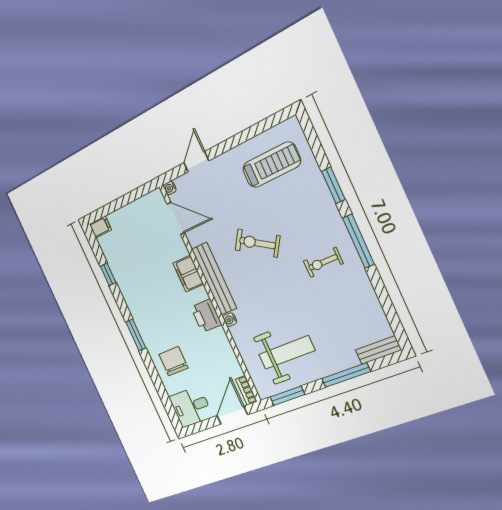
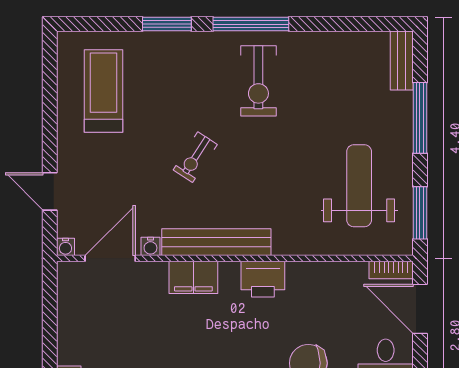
exercise bike: (258, 243) -> (195, 157), width x0.73, depth x0.72
exercise bike: (323, 262) -> (258, 81), width x1.38, depth x1.39
water cooler: (230, 320) -> (150, 246), moved

